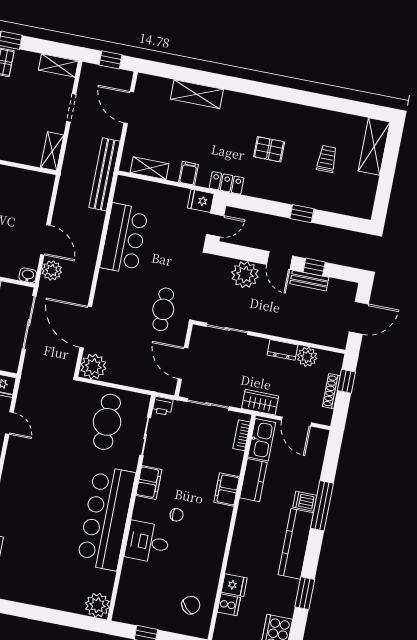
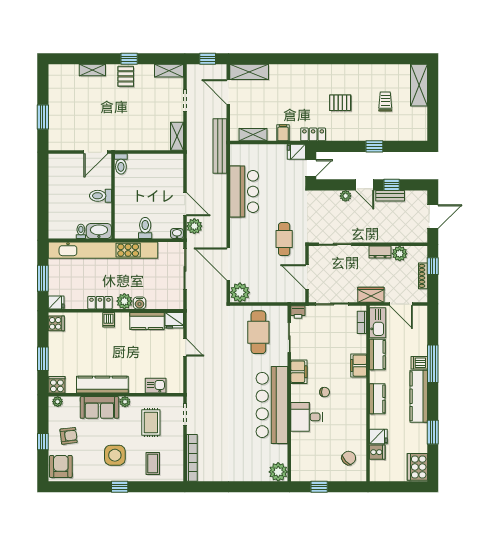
shelving: (197, 94) -> (249, 72), moved
plant: (245, 275) -> (346, 196), width x0.53, depth x0.53
kitchen counter: (242, 537) -> (377, 399), added

